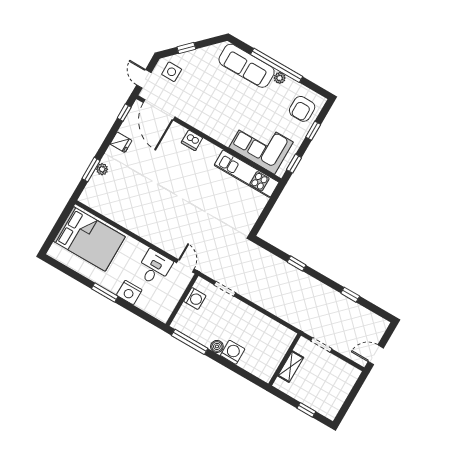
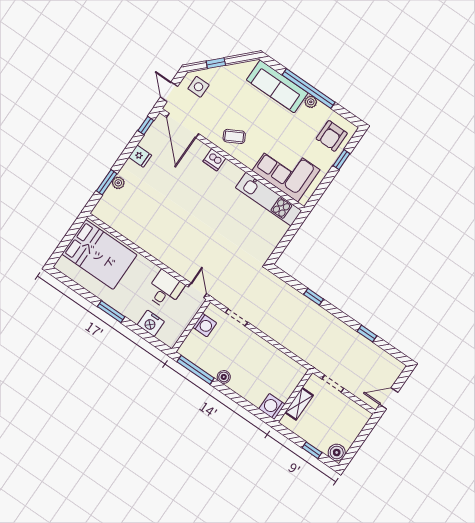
coffee table: (209, 117) -> (234, 136), added
window: (294, 164) -> (319, 192), removed
nightstand: (129, 292) -> (151, 323), moved
washing machine: (233, 352) -> (272, 406), moved, turned -90
boiler: (330, 410) -> (337, 452), added

